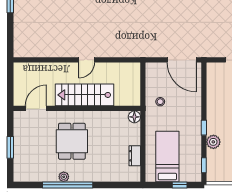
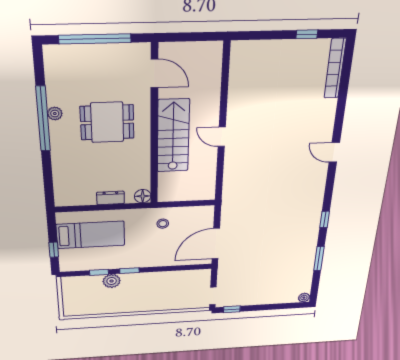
window: (10, 147) -> (95, 39), width x2.11
dresser: (135, 156) -> (111, 198), moved
window: (204, 165) -> (99, 272), moved

